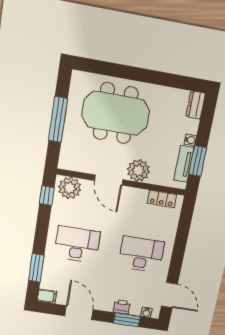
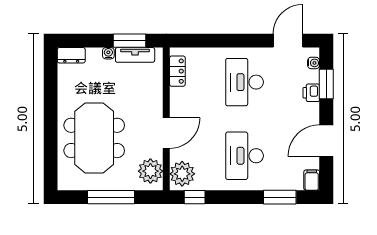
plant: (138, 170) -> (150, 171), moved

